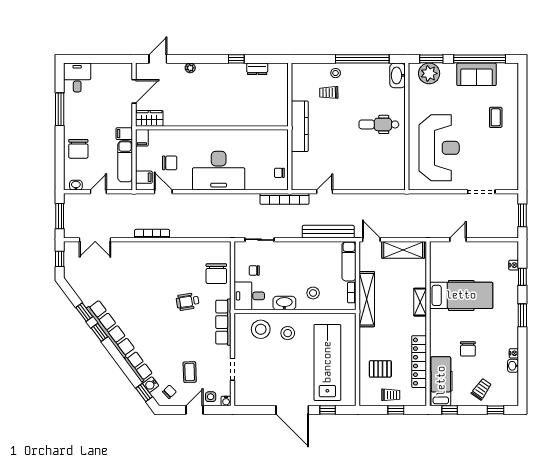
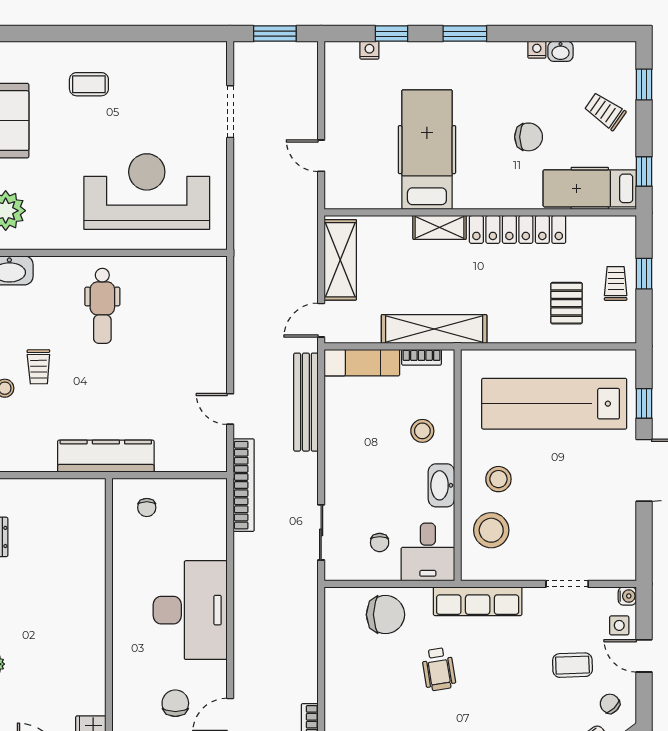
trolley: (329, 93) -> (39, 367), moved
chair: (279, 173) -> (147, 508), moved
locker: (419, 362) -> (518, 229), moved

